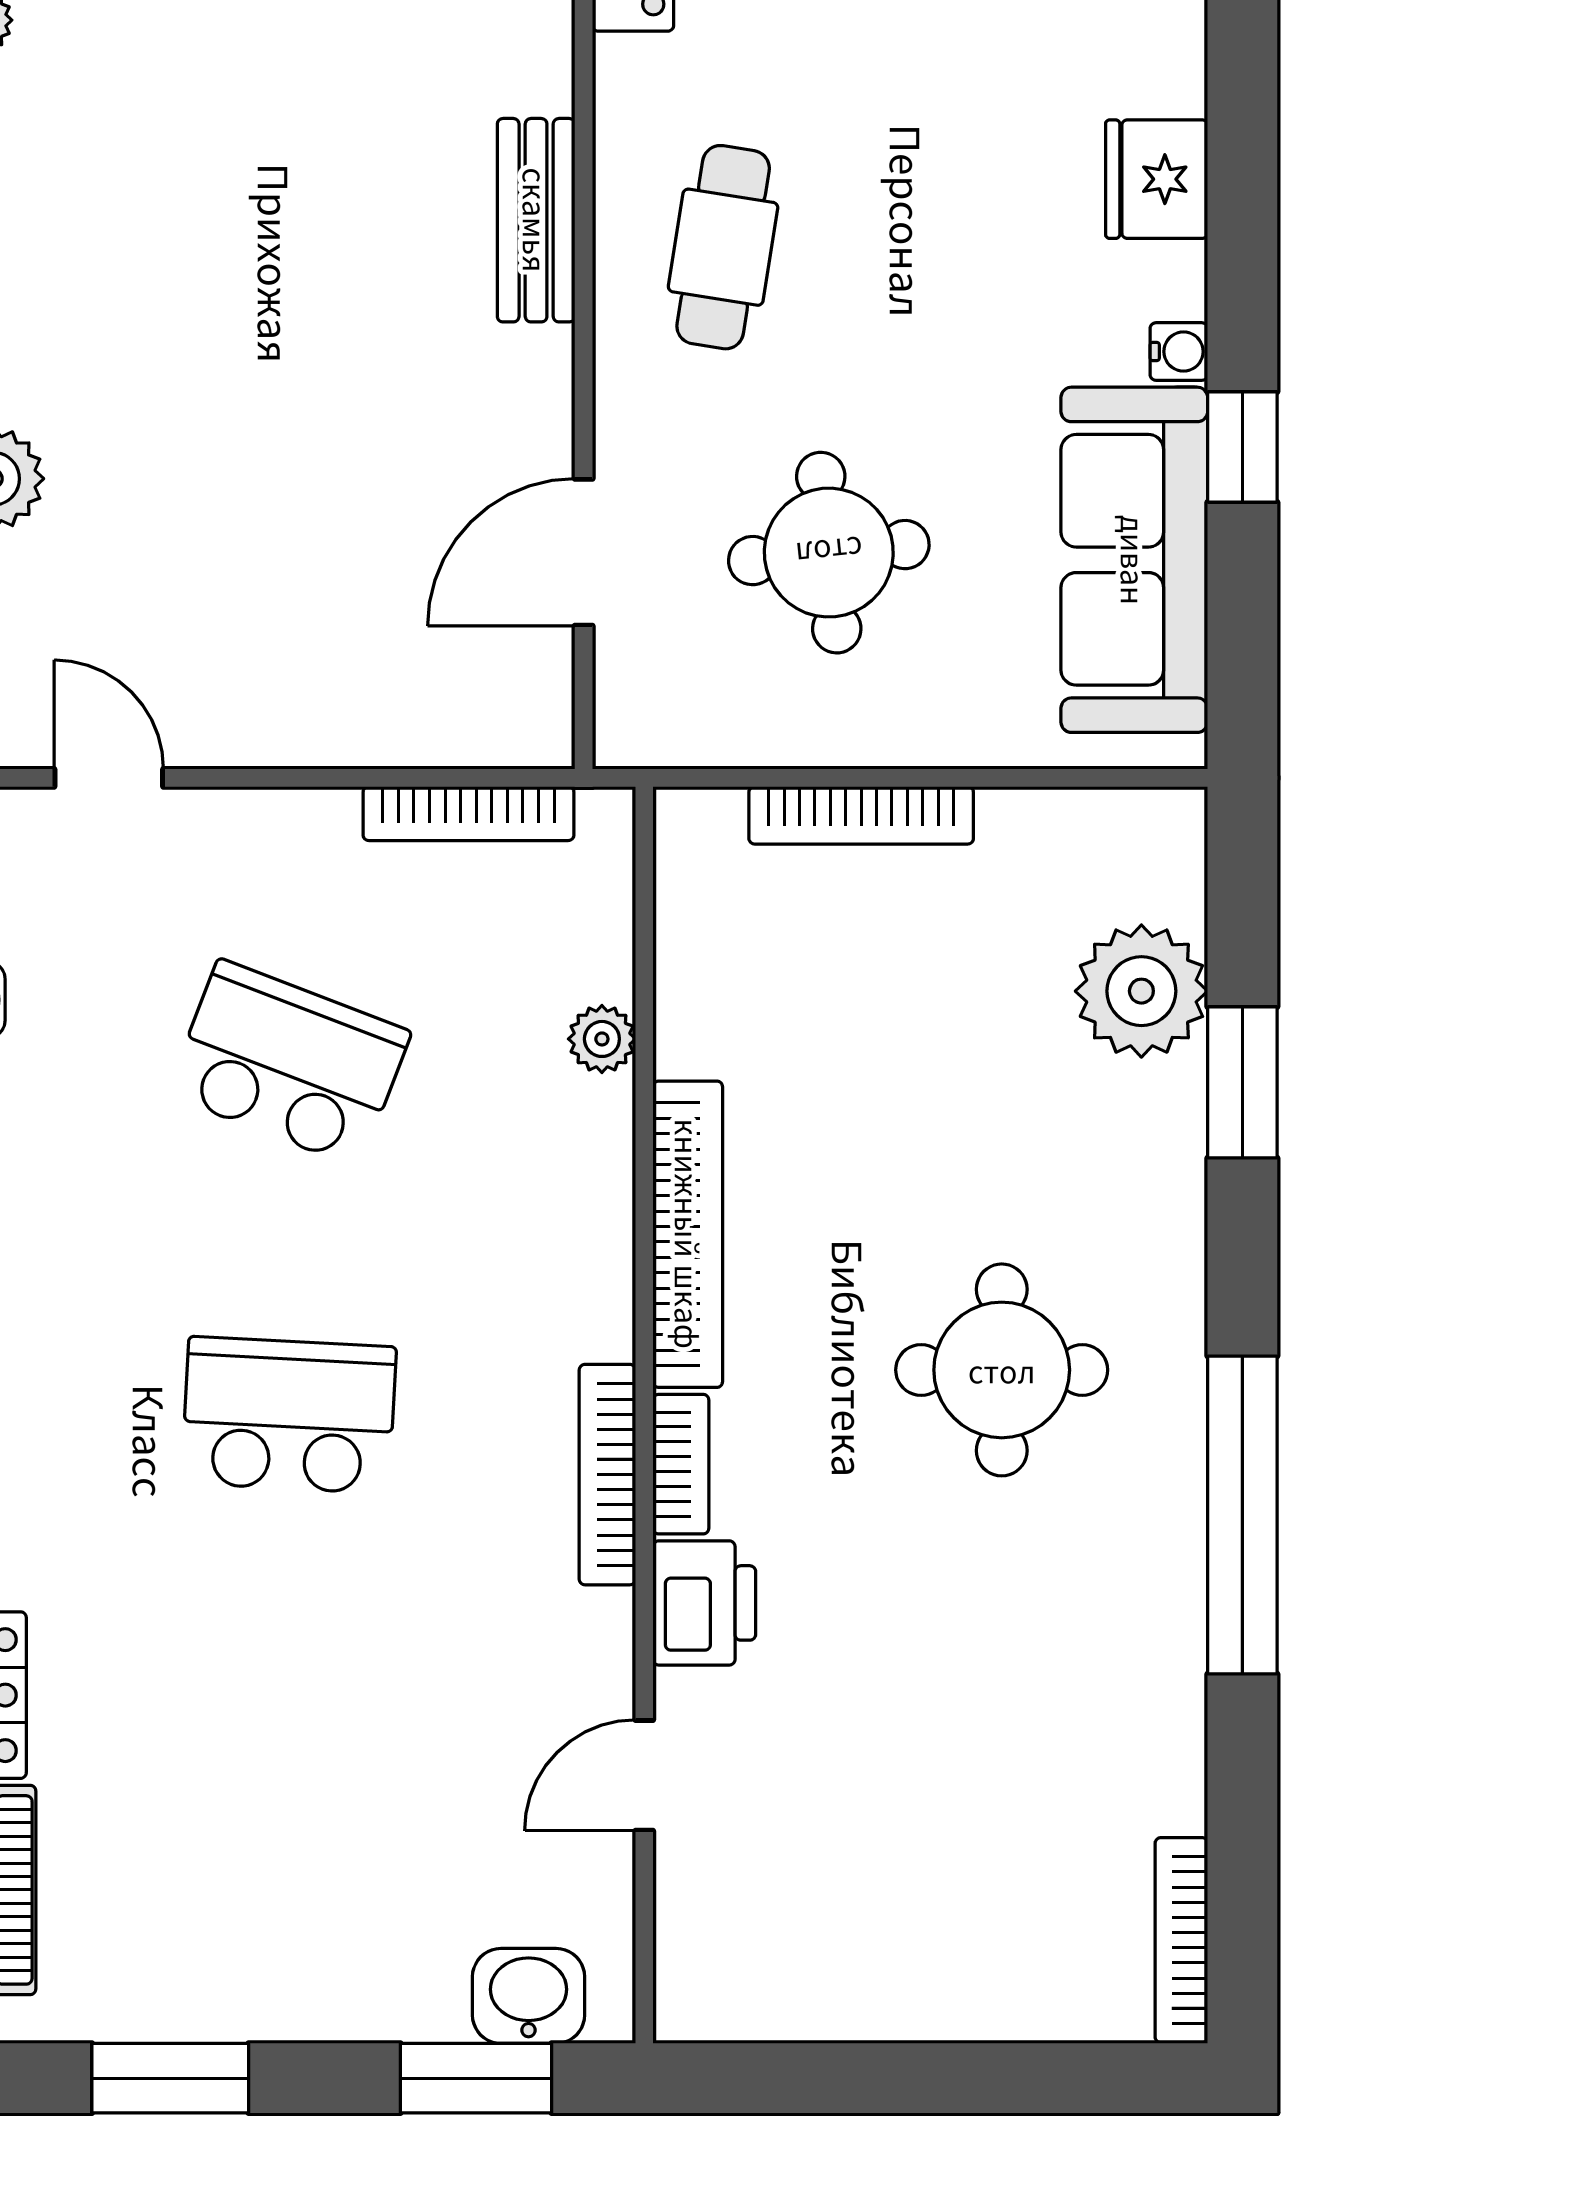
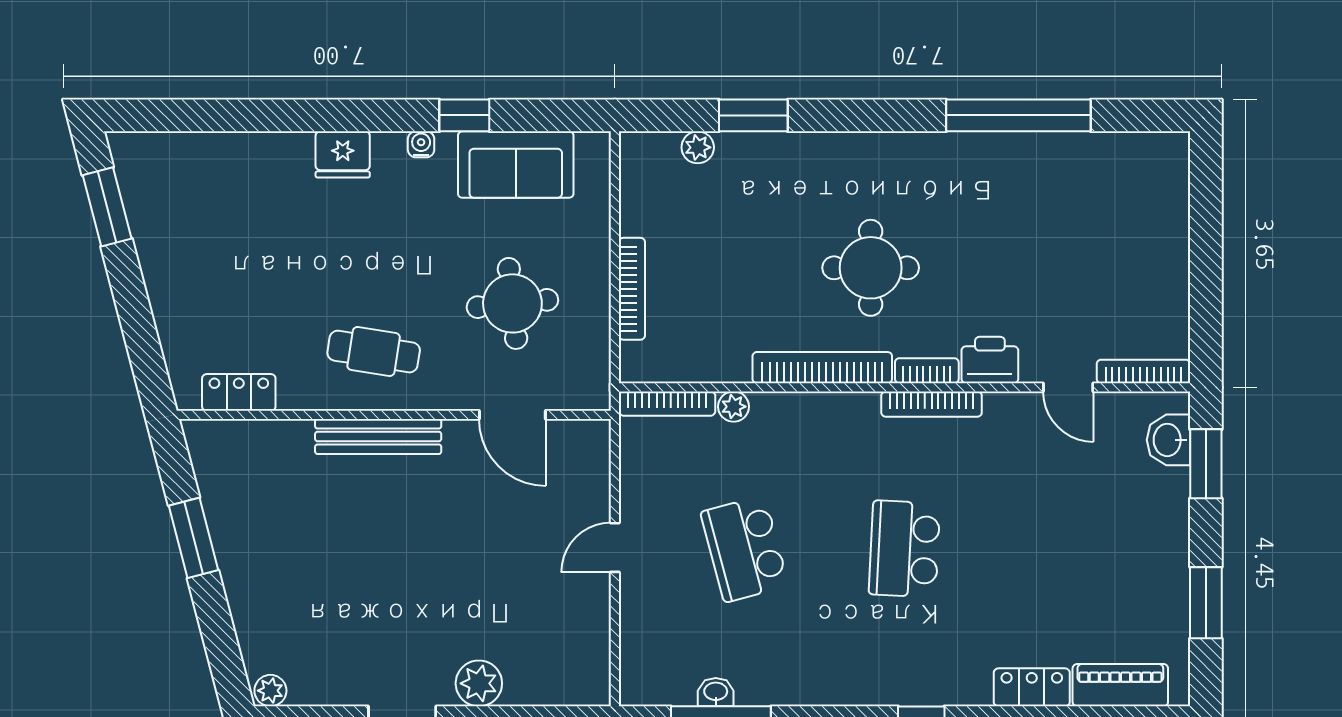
bench: (536, 220) -> (378, 437), width x1.36
sofa: (1134, 560) -> (516, 165), width x0.73
door: (109, 778) -> (615, 547), moved
bookcase: (468, 814) -> (667, 404), moved, turned 90
plant: (1141, 991) -> (698, 147), width x0.53, depth x0.53
school desk: (289, 1063) -> (745, 549), turned -36
round table: (1002, 1370) -> (871, 268), moved
window: (1242, 1515) -> (1018, 115), moved
bookcase: (1181, 1940) -> (1143, 371), moved, turned 180

